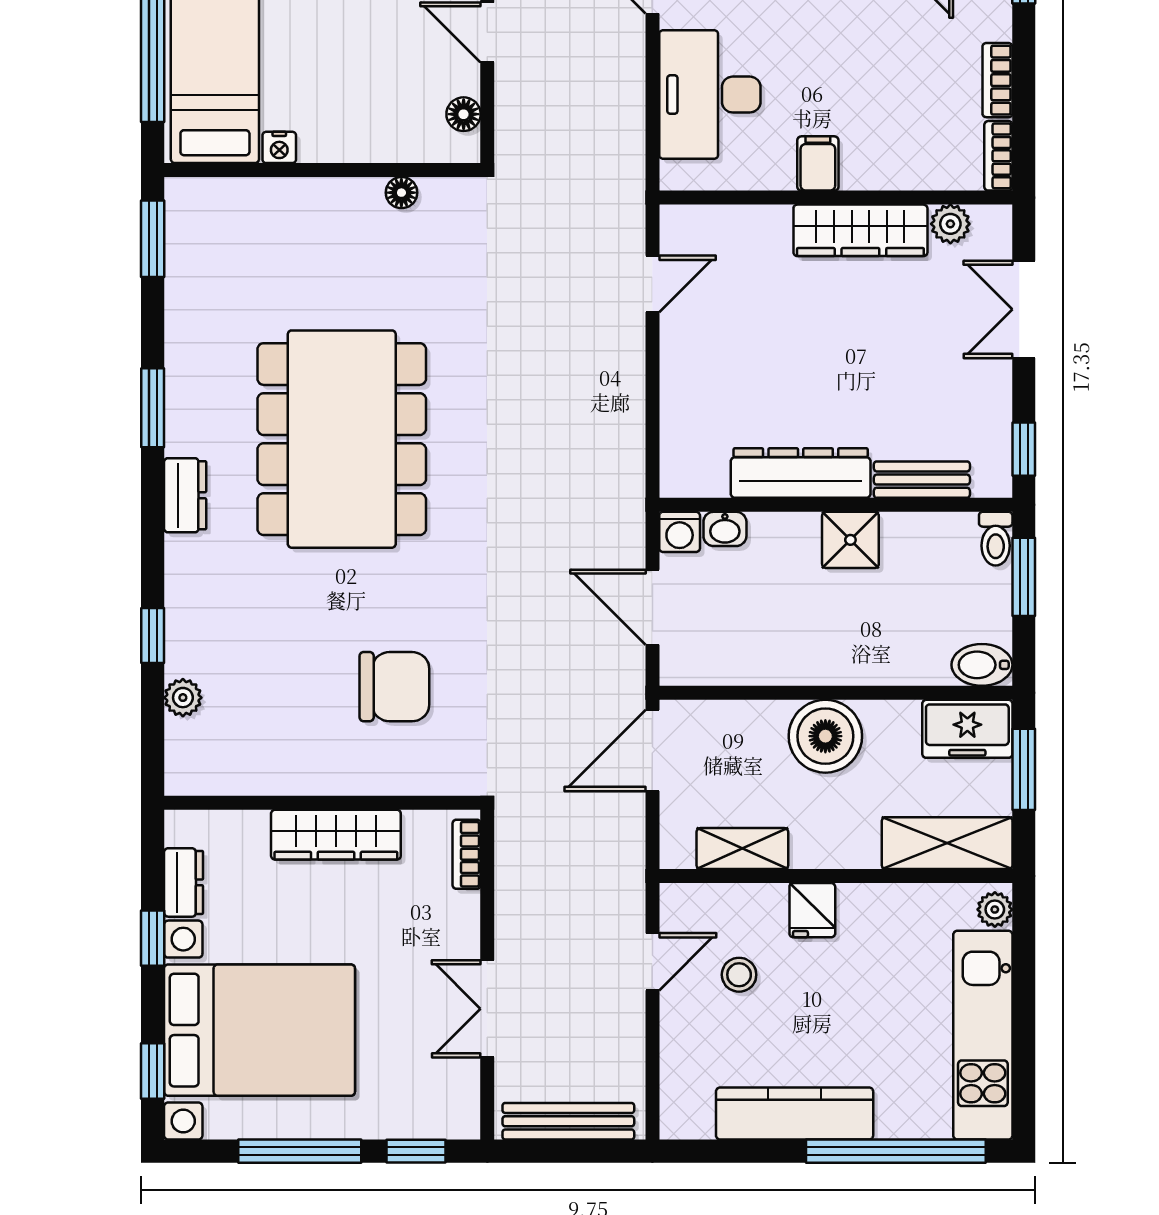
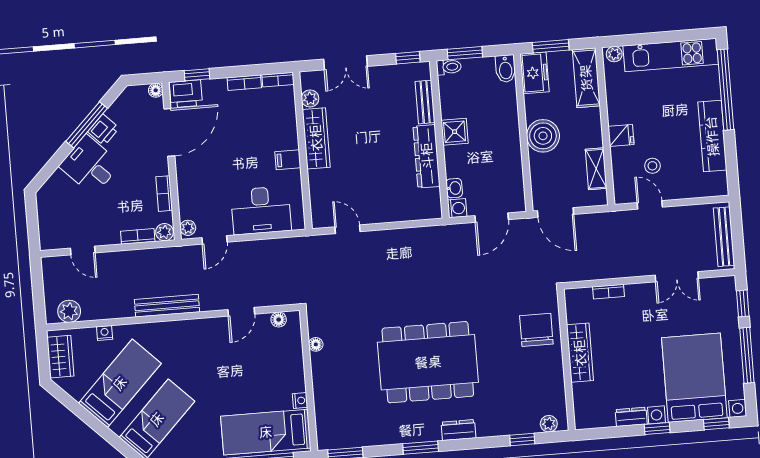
wall: (322, 803) -> (566, 360), moved
wardrobe: (336, 835) -> (580, 353), moved

